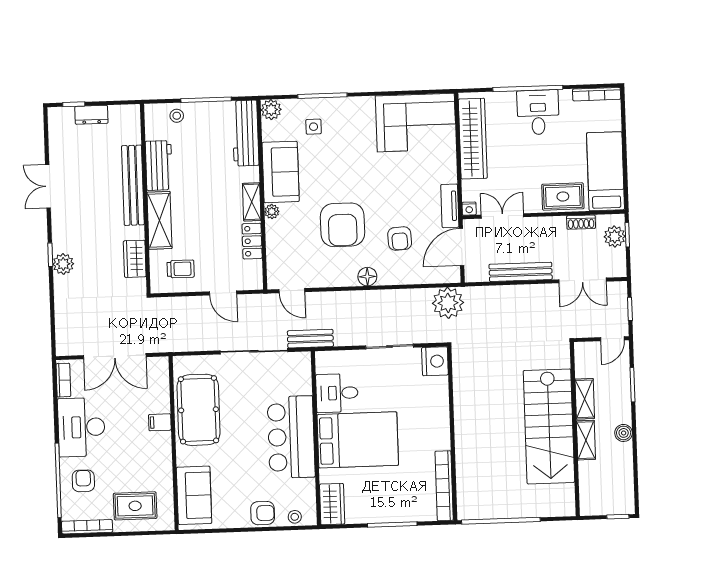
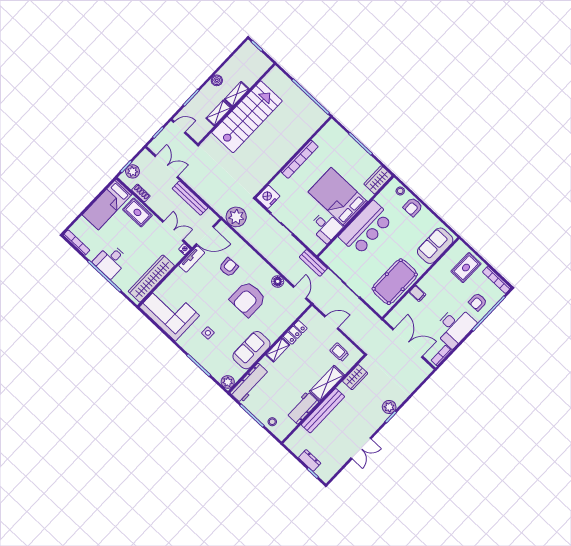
side table: (314, 127) -> (208, 333), moved
plant: (272, 212) -> (273, 337), removed
double door: (502, 216) -> (173, 231), swing flipped
armchair: (342, 225) -> (248, 299), turned 180
floor lamp: (367, 277) -> (278, 281), moved
door: (223, 293) -> (331, 322), hinge flipped
bookcase: (444, 486) -> (300, 159), moved
rug: (135, 506) -> (466, 268), turned 90
armchair: (263, 513) -> (413, 207), turned -90

